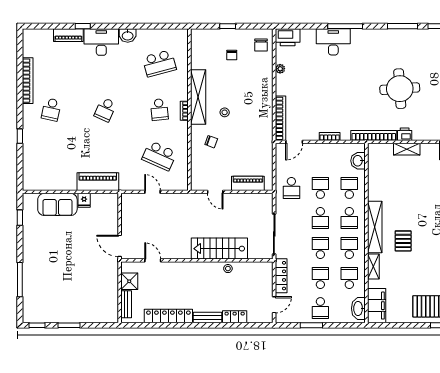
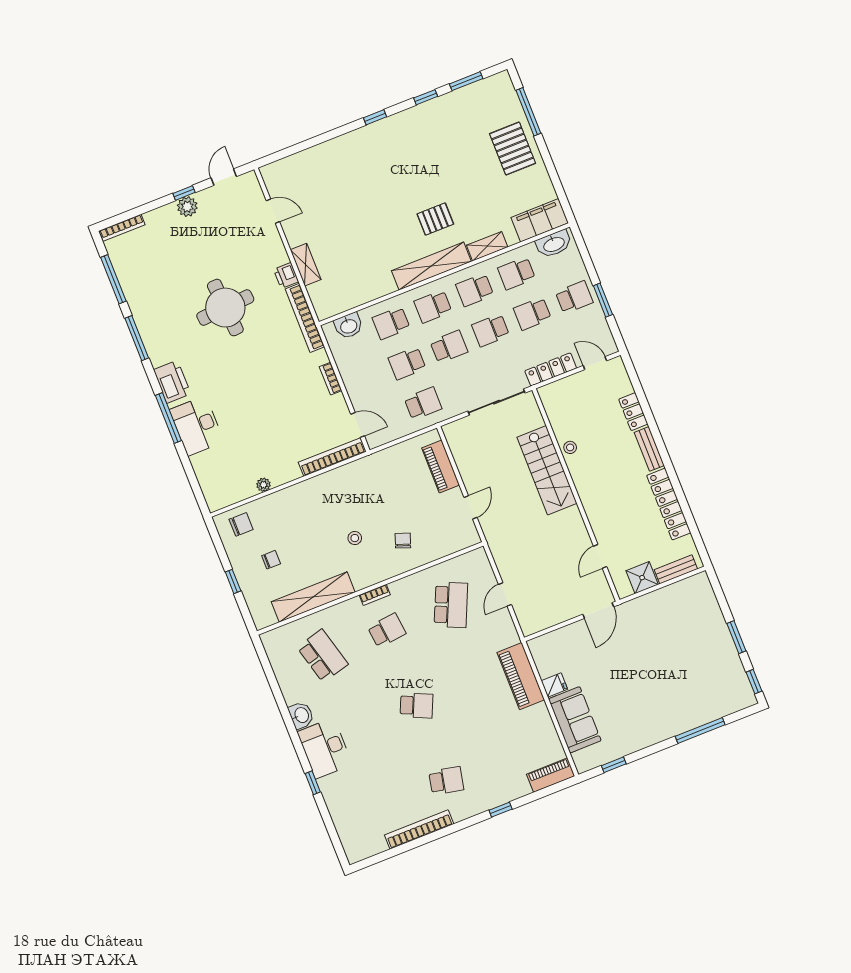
piano: (68, 35) -> (551, 775), moved, turned -90
printer: (288, 37) -> (172, 382), moved
shelving: (198, 97) -> (313, 597), moved
school desk: (349, 218) -> (433, 306), turned 180

